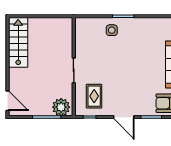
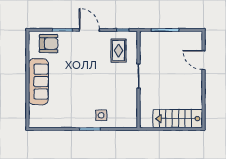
stairs: (18, 42) -> (178, 119), moved, turned 90
door: (8, 101) -> (203, 60), moved
plant: (61, 107) -> (151, 40), removed

